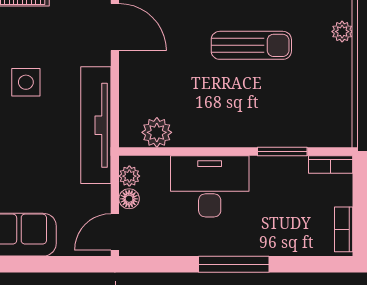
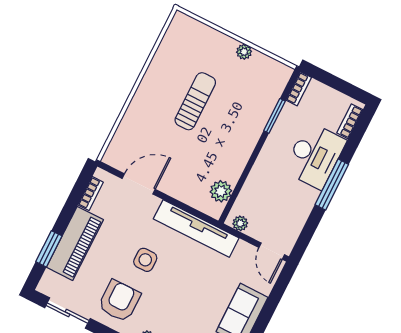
plant: (342, 32) -> (244, 52), moved
desk: (210, 186) -> (315, 156), moved, turned 180
floor lamp: (129, 199) -> (255, 231), removed
bookcase: (344, 229) -> (350, 121), moved, turned 90

